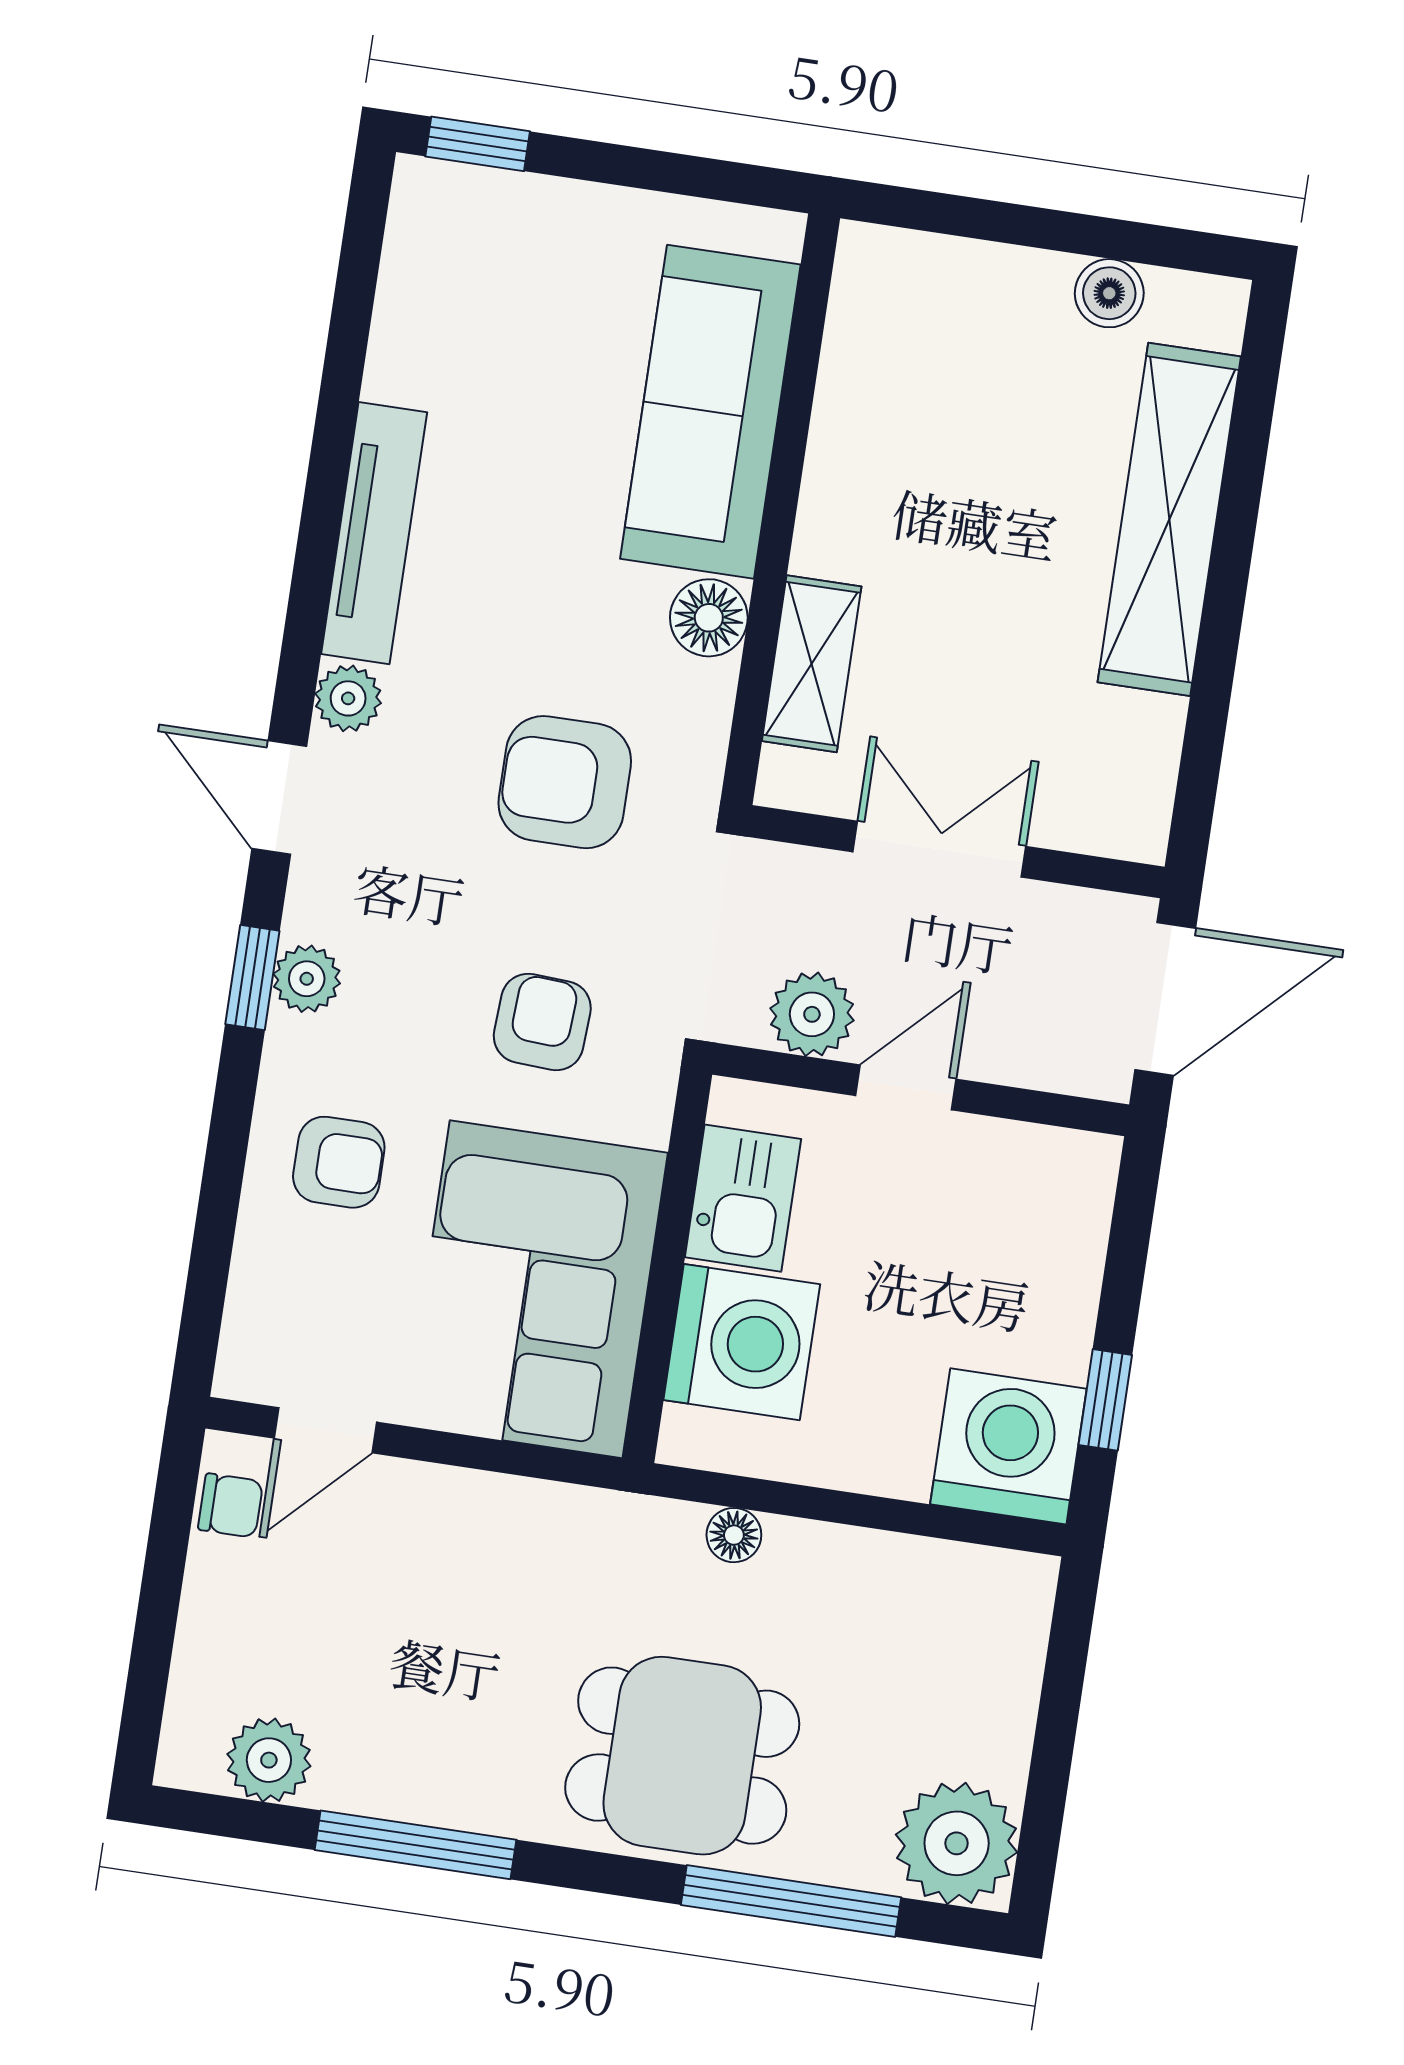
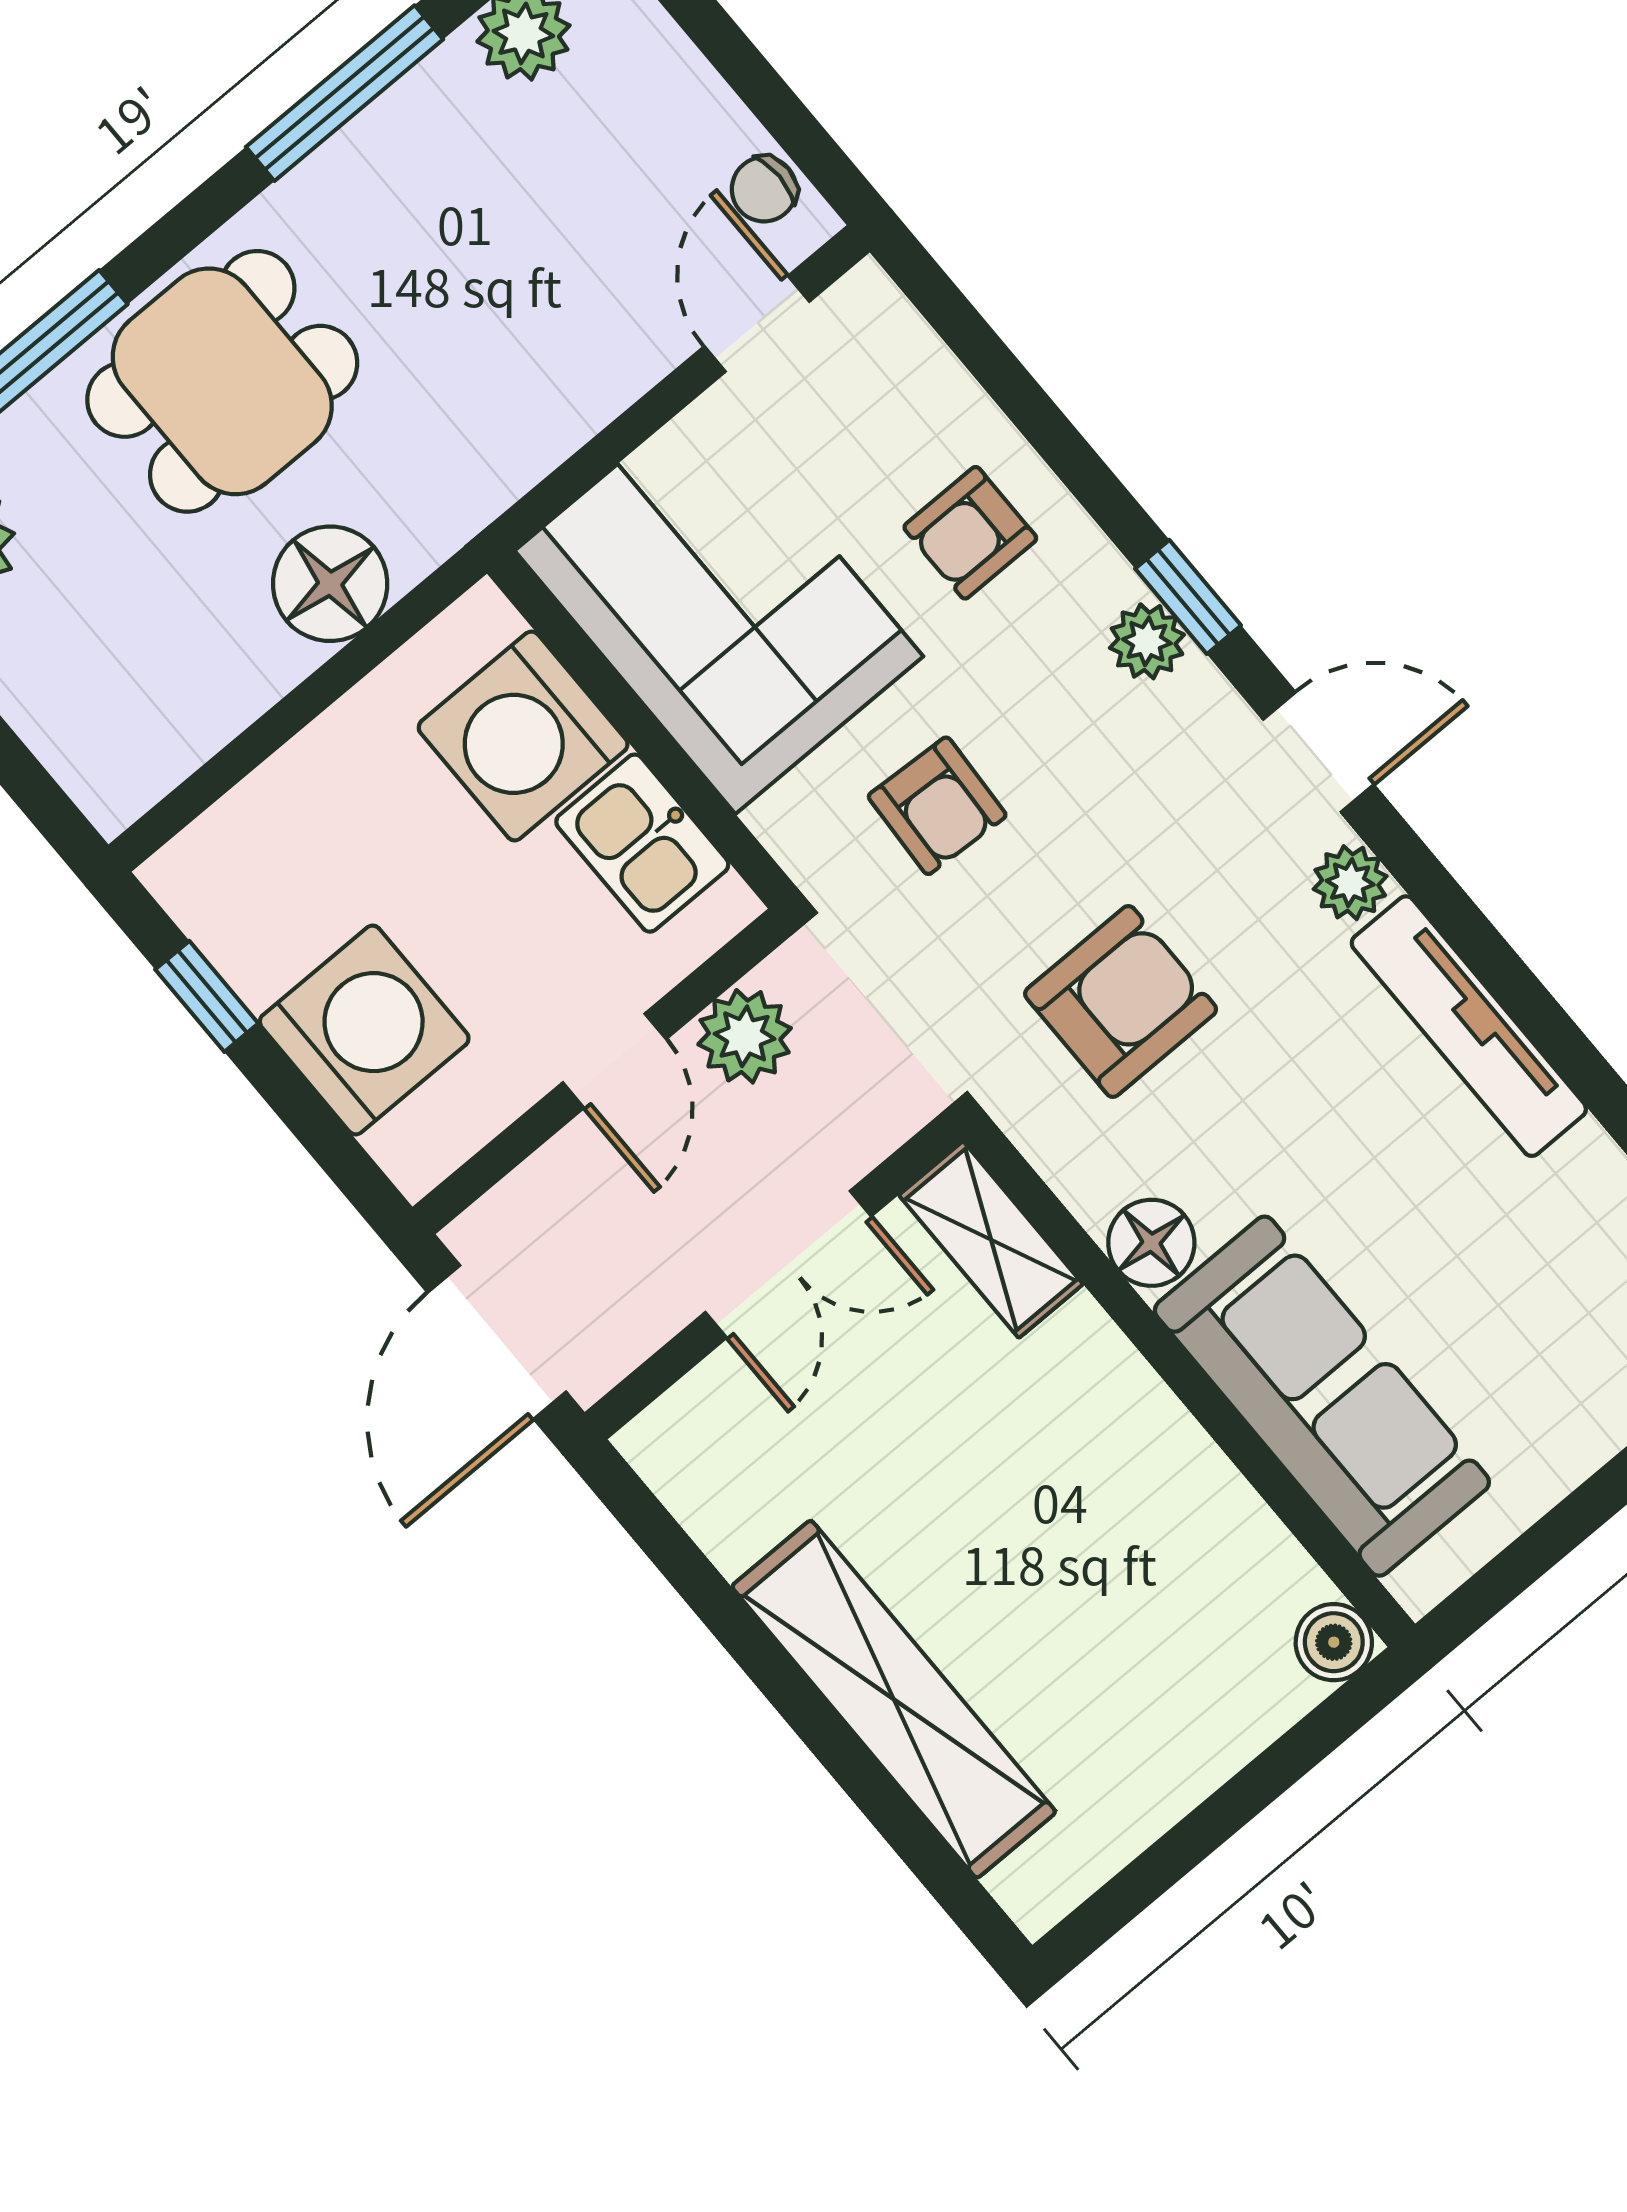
boiler: (1109, 293) -> (1334, 1642), moved
shelving: (812, 664) -> (991, 1240), moved
washing machine: (1008, 1446) -> (364, 1030), moved, turned -90
floor lamp: (734, 1535) -> (330, 584), width x1.89, depth x1.89

